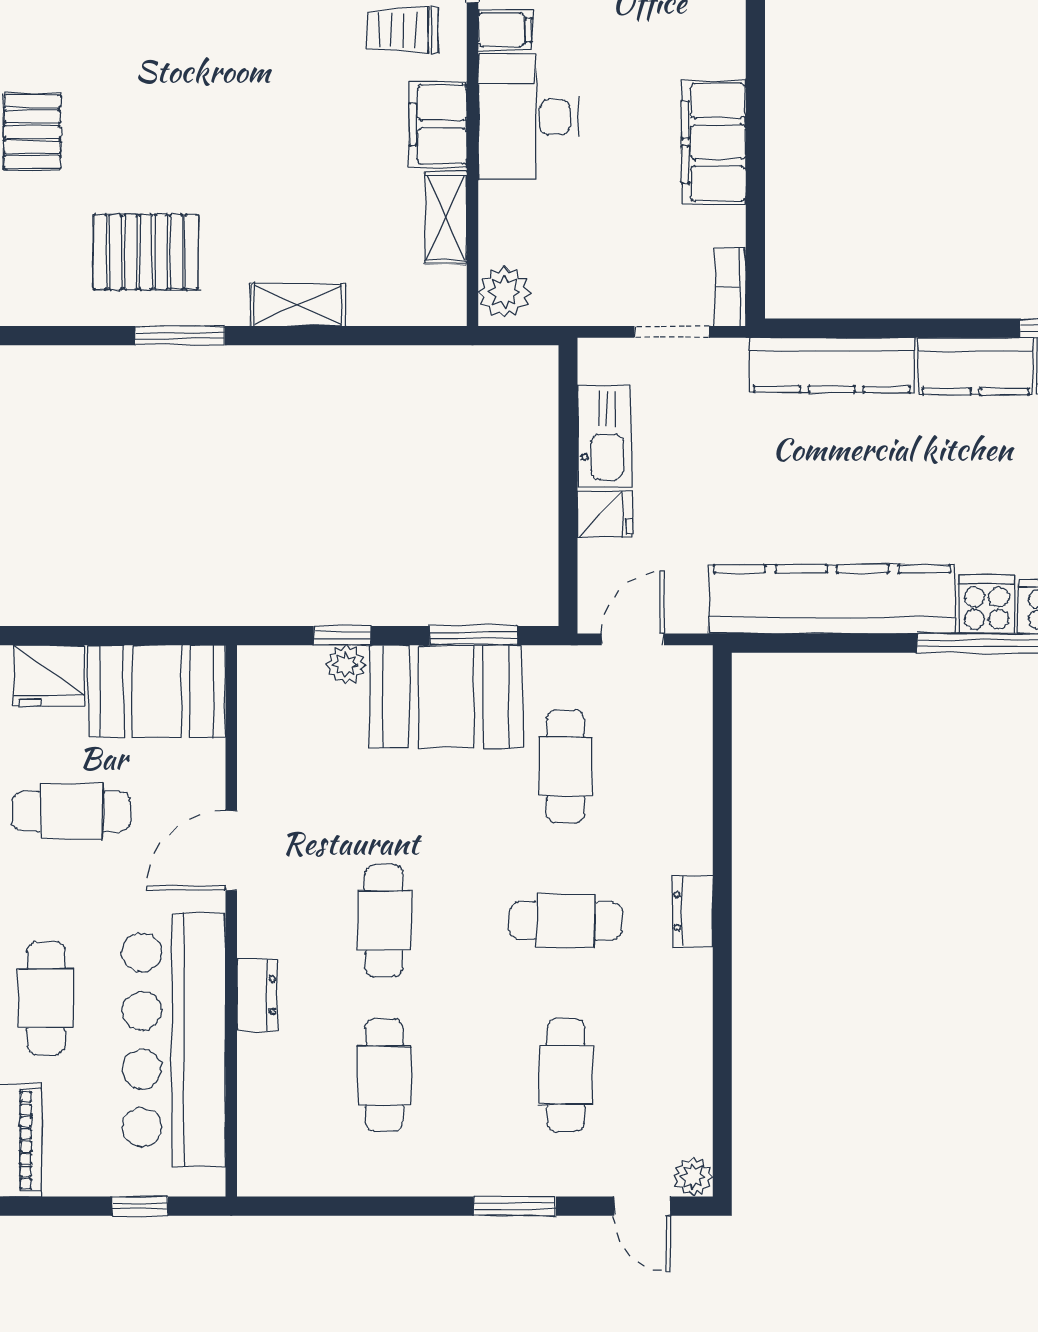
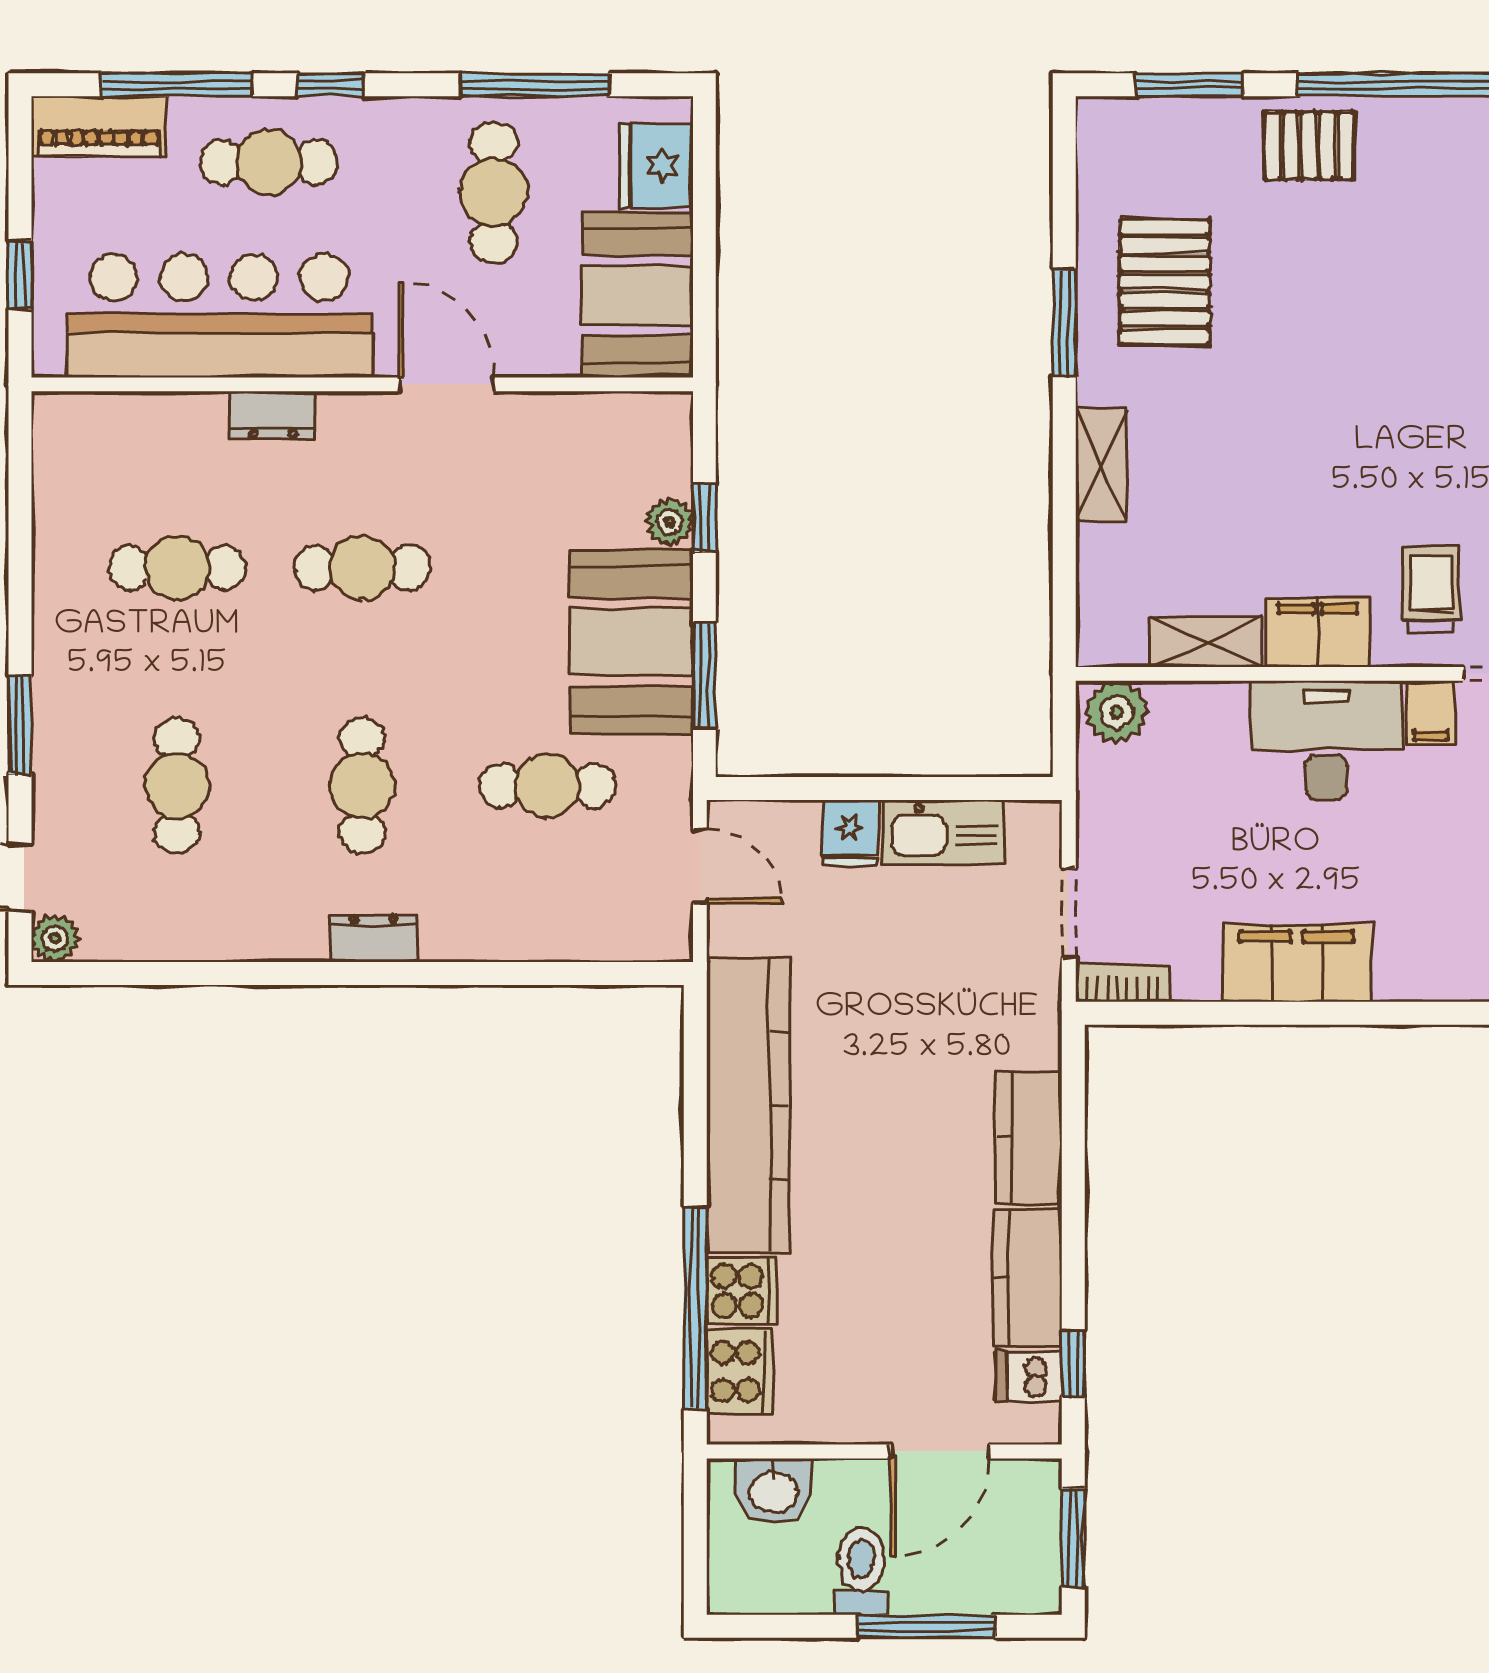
kitchen counter: (832, 365) -> (1029, 1138), width x0.67
cafe table: (566, 1075) -> (177, 786), turned 90

